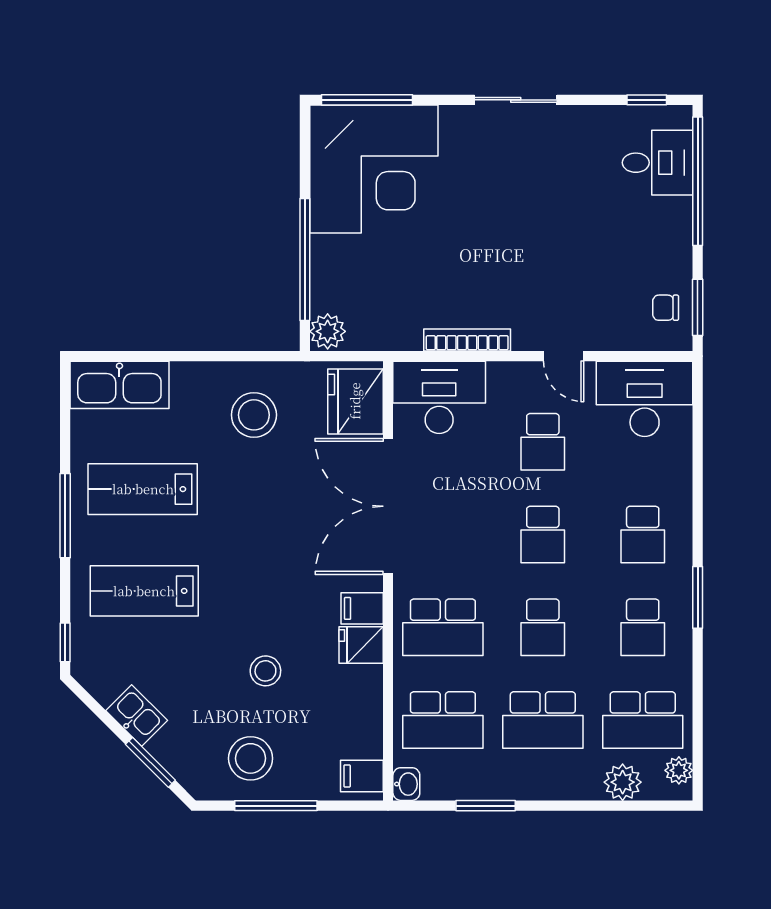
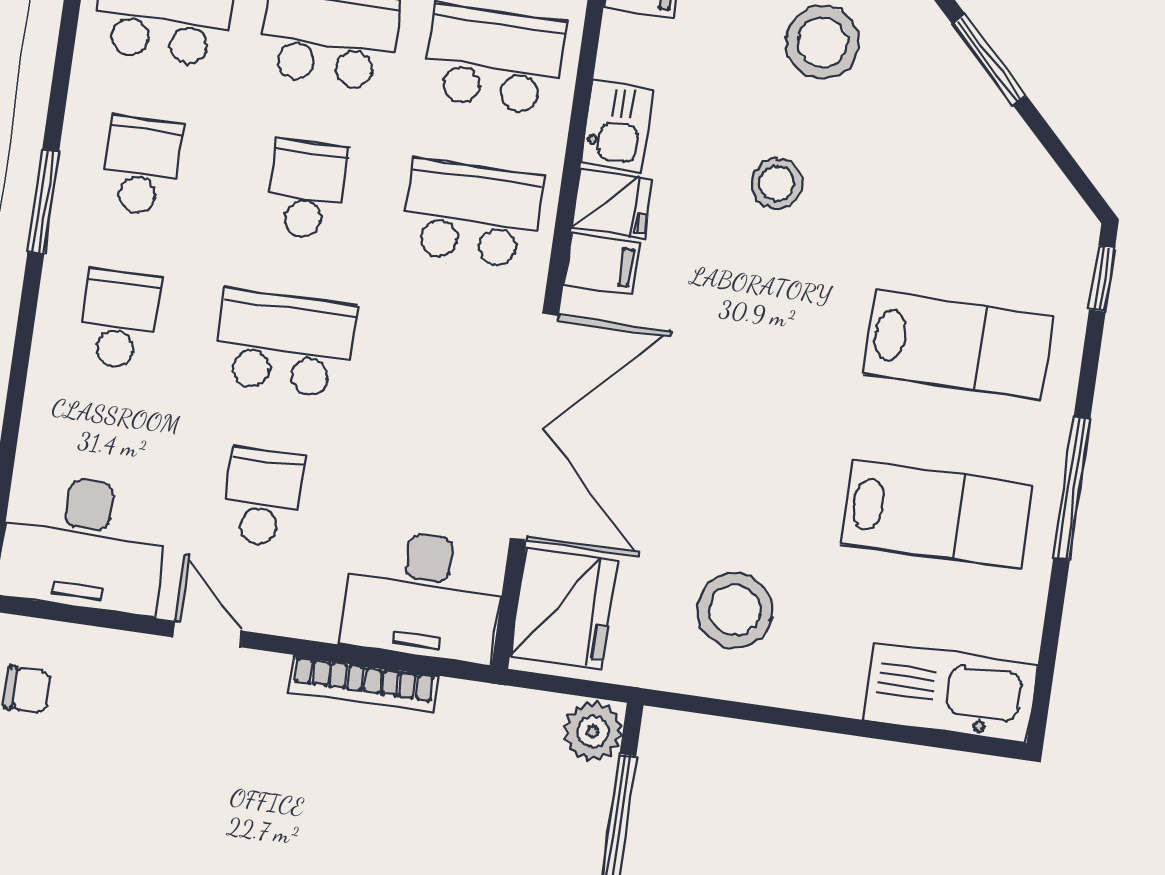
school desk: (543, 534) -> (285, 343), width x1.85
kitchen sink: (137, 715) -> (617, 126), moved, turned -135

